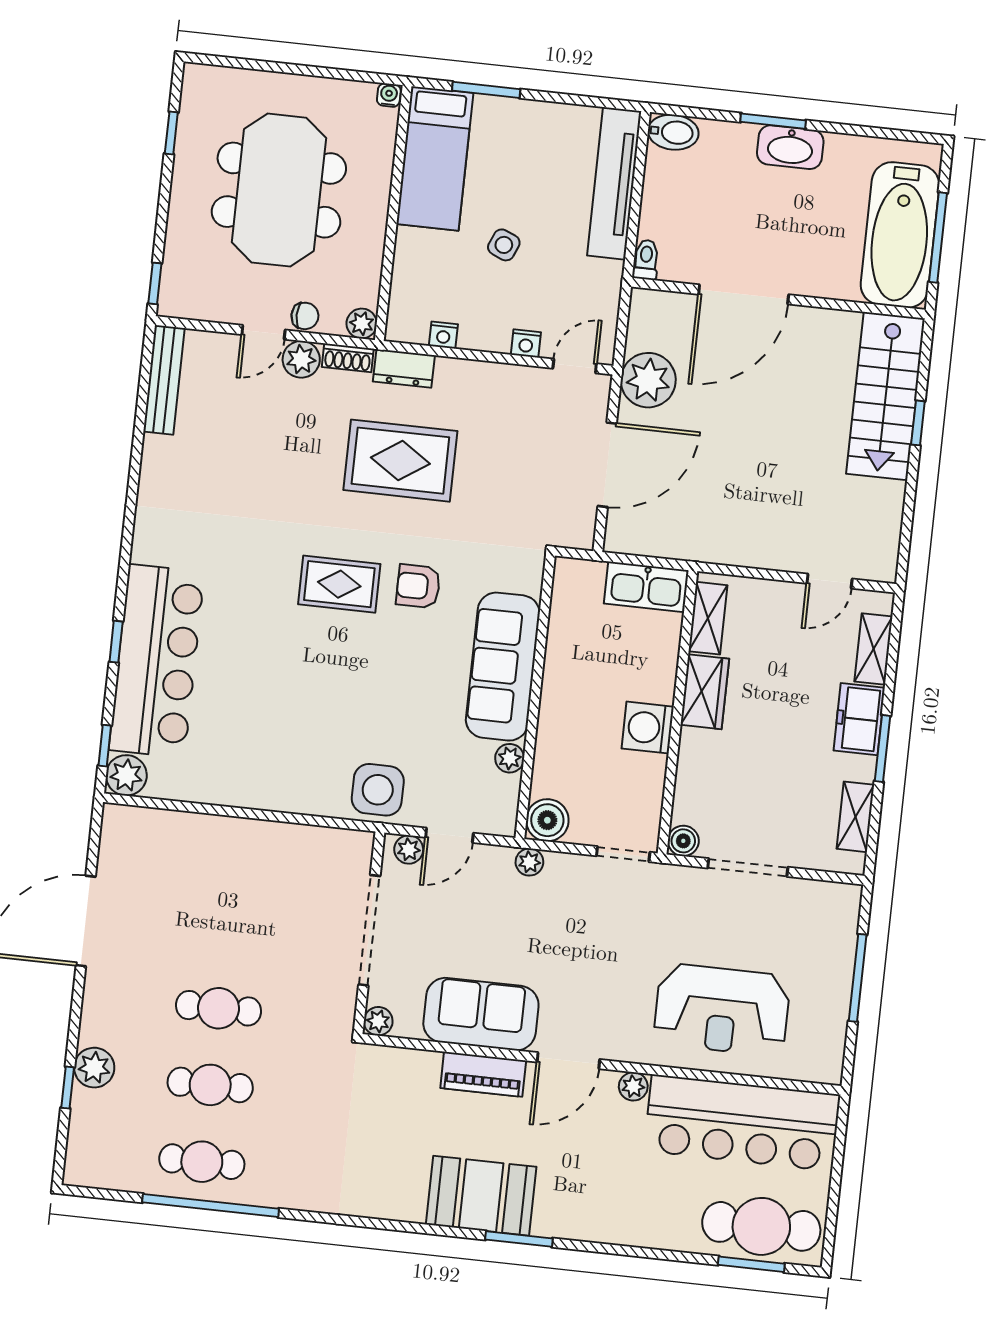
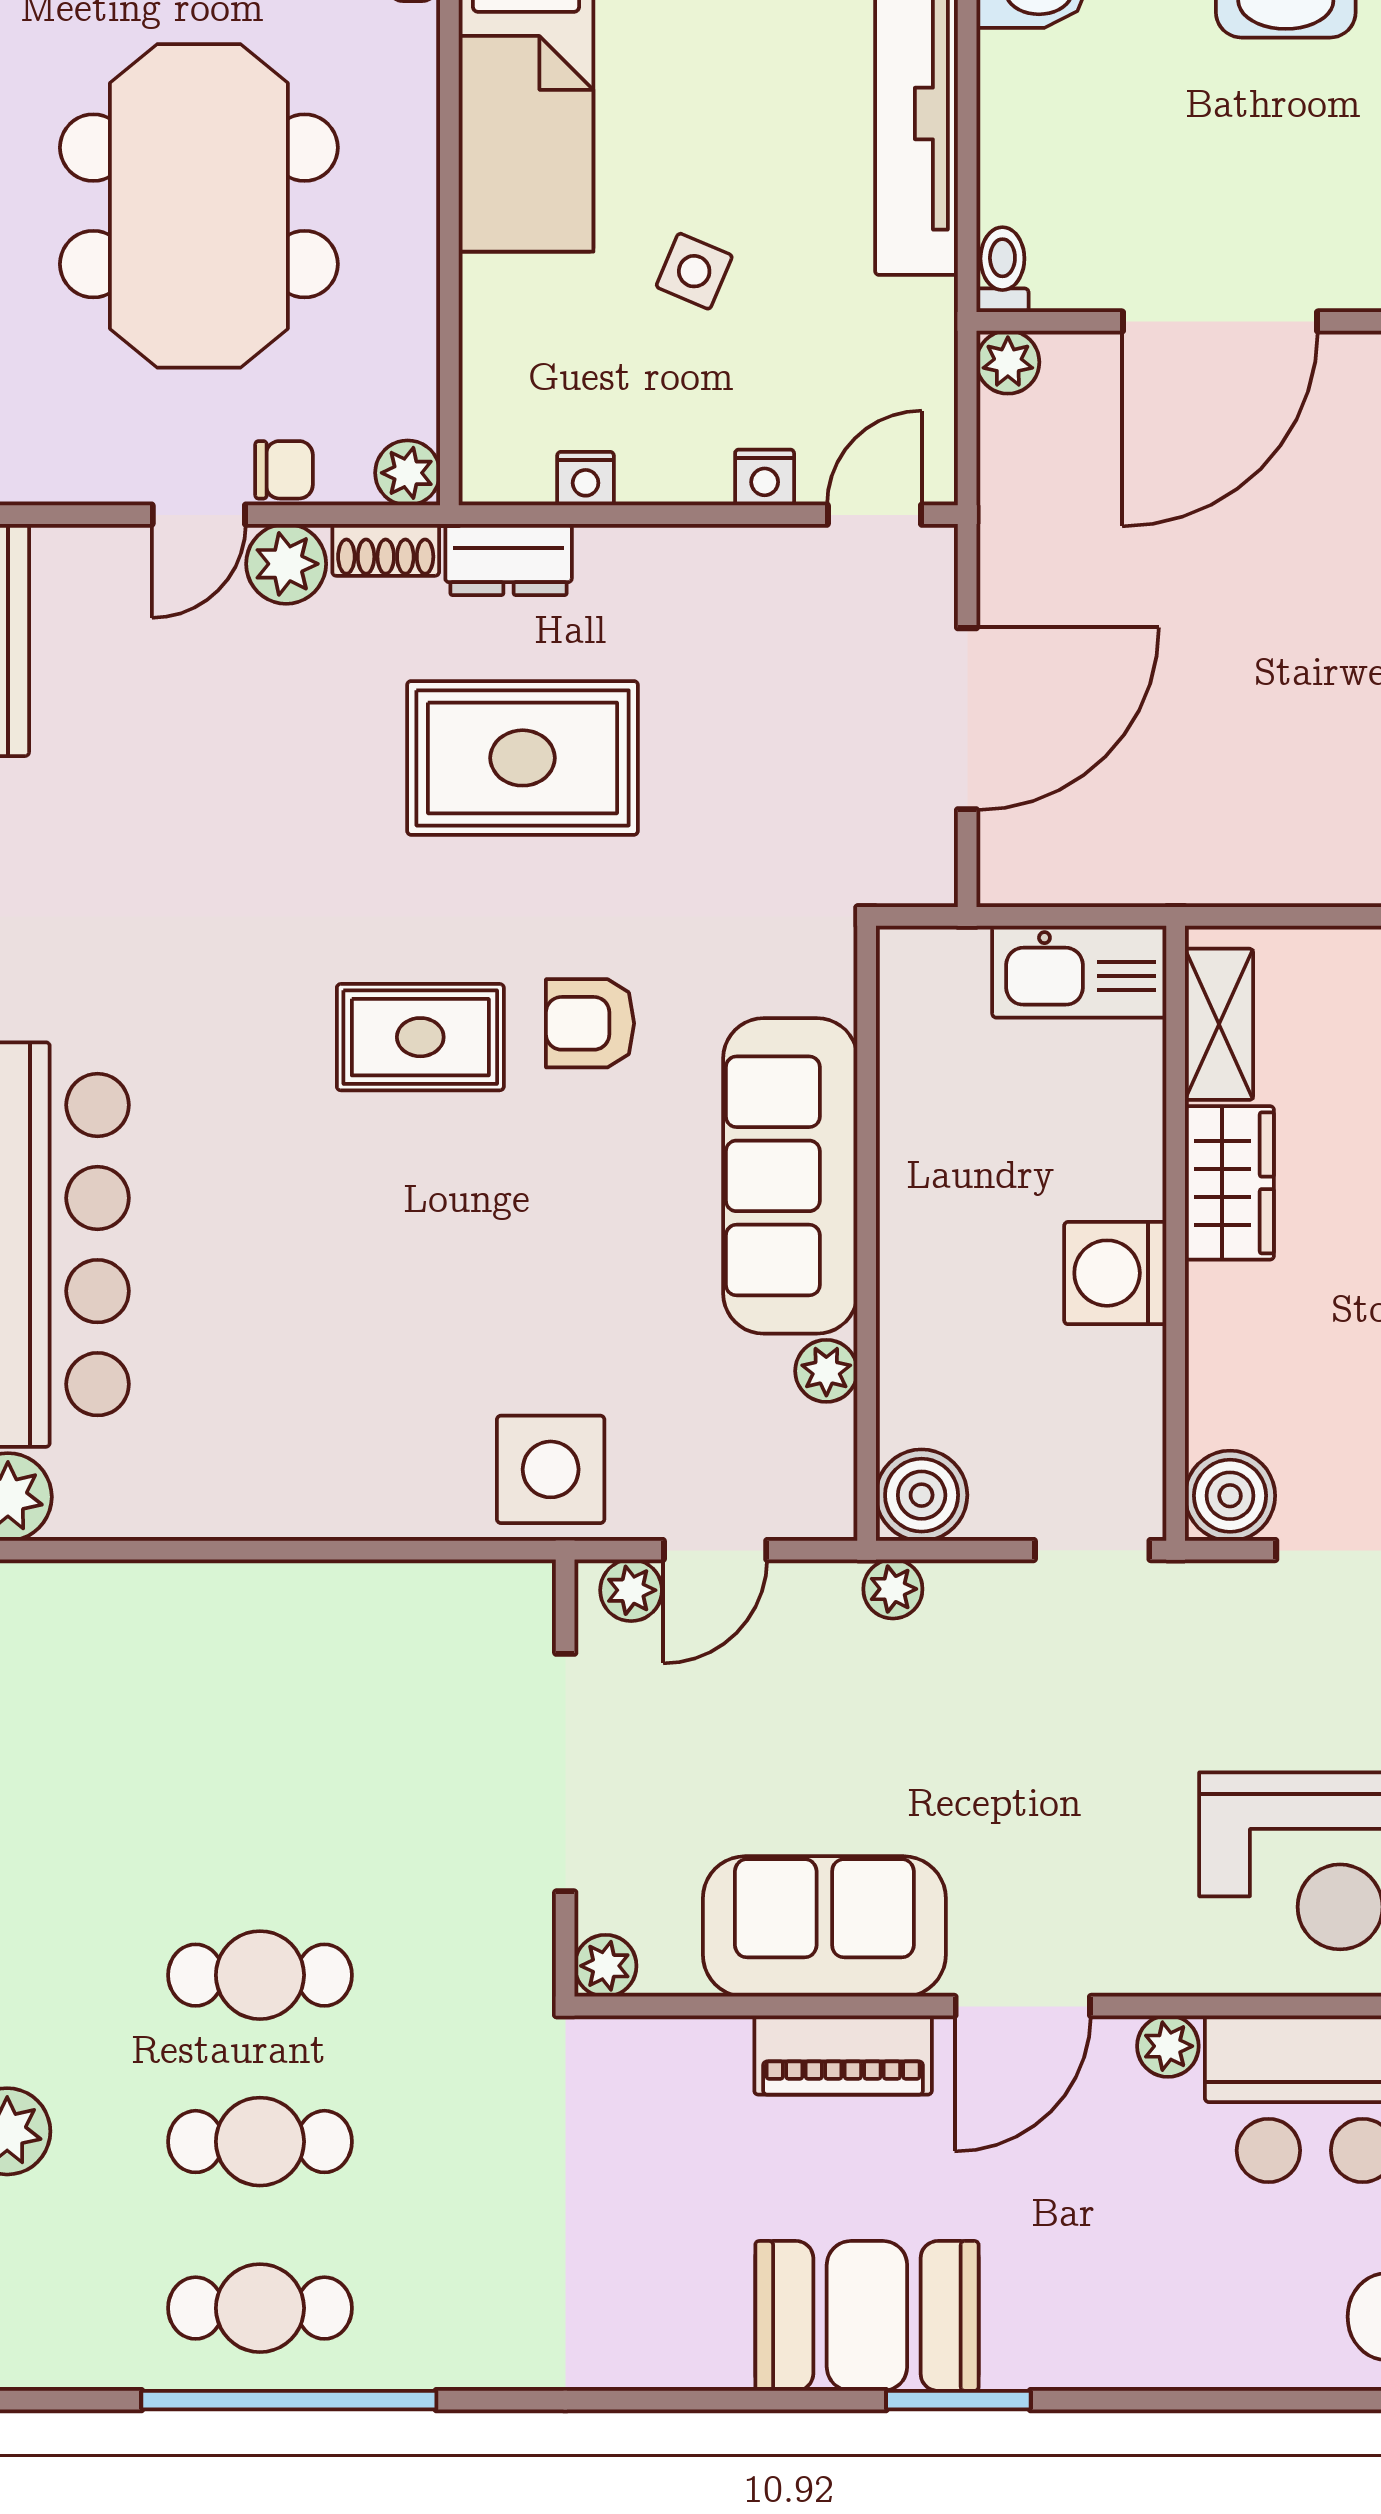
plant: (648, 380) -> (1008, 362), moved, width x0.53, depth x0.53
boiler: (683, 841) -> (1230, 1496), width x1.36, depth x1.36

